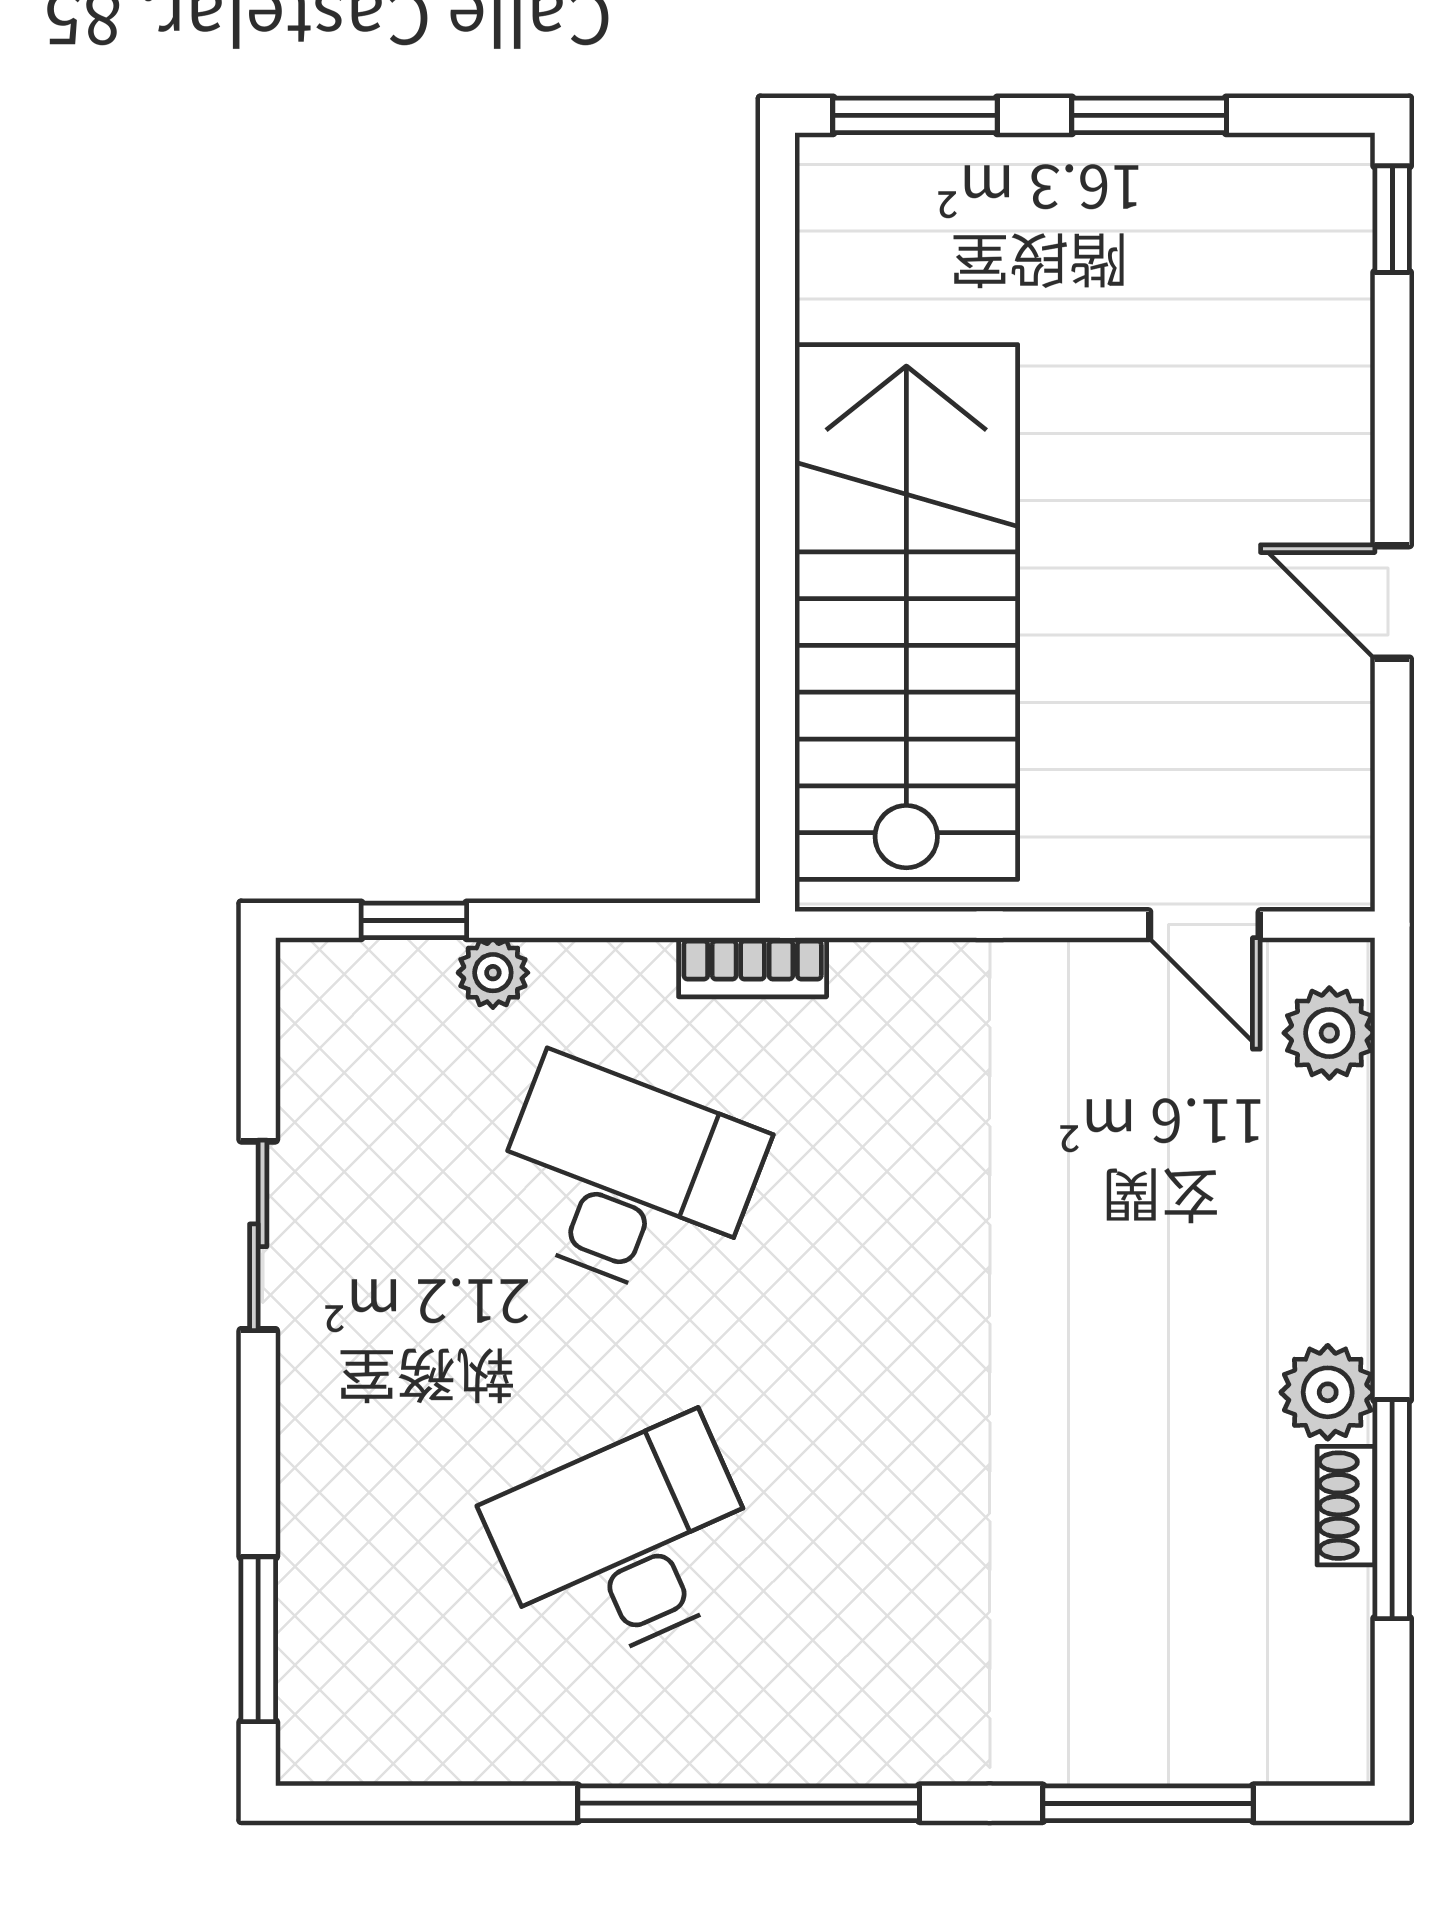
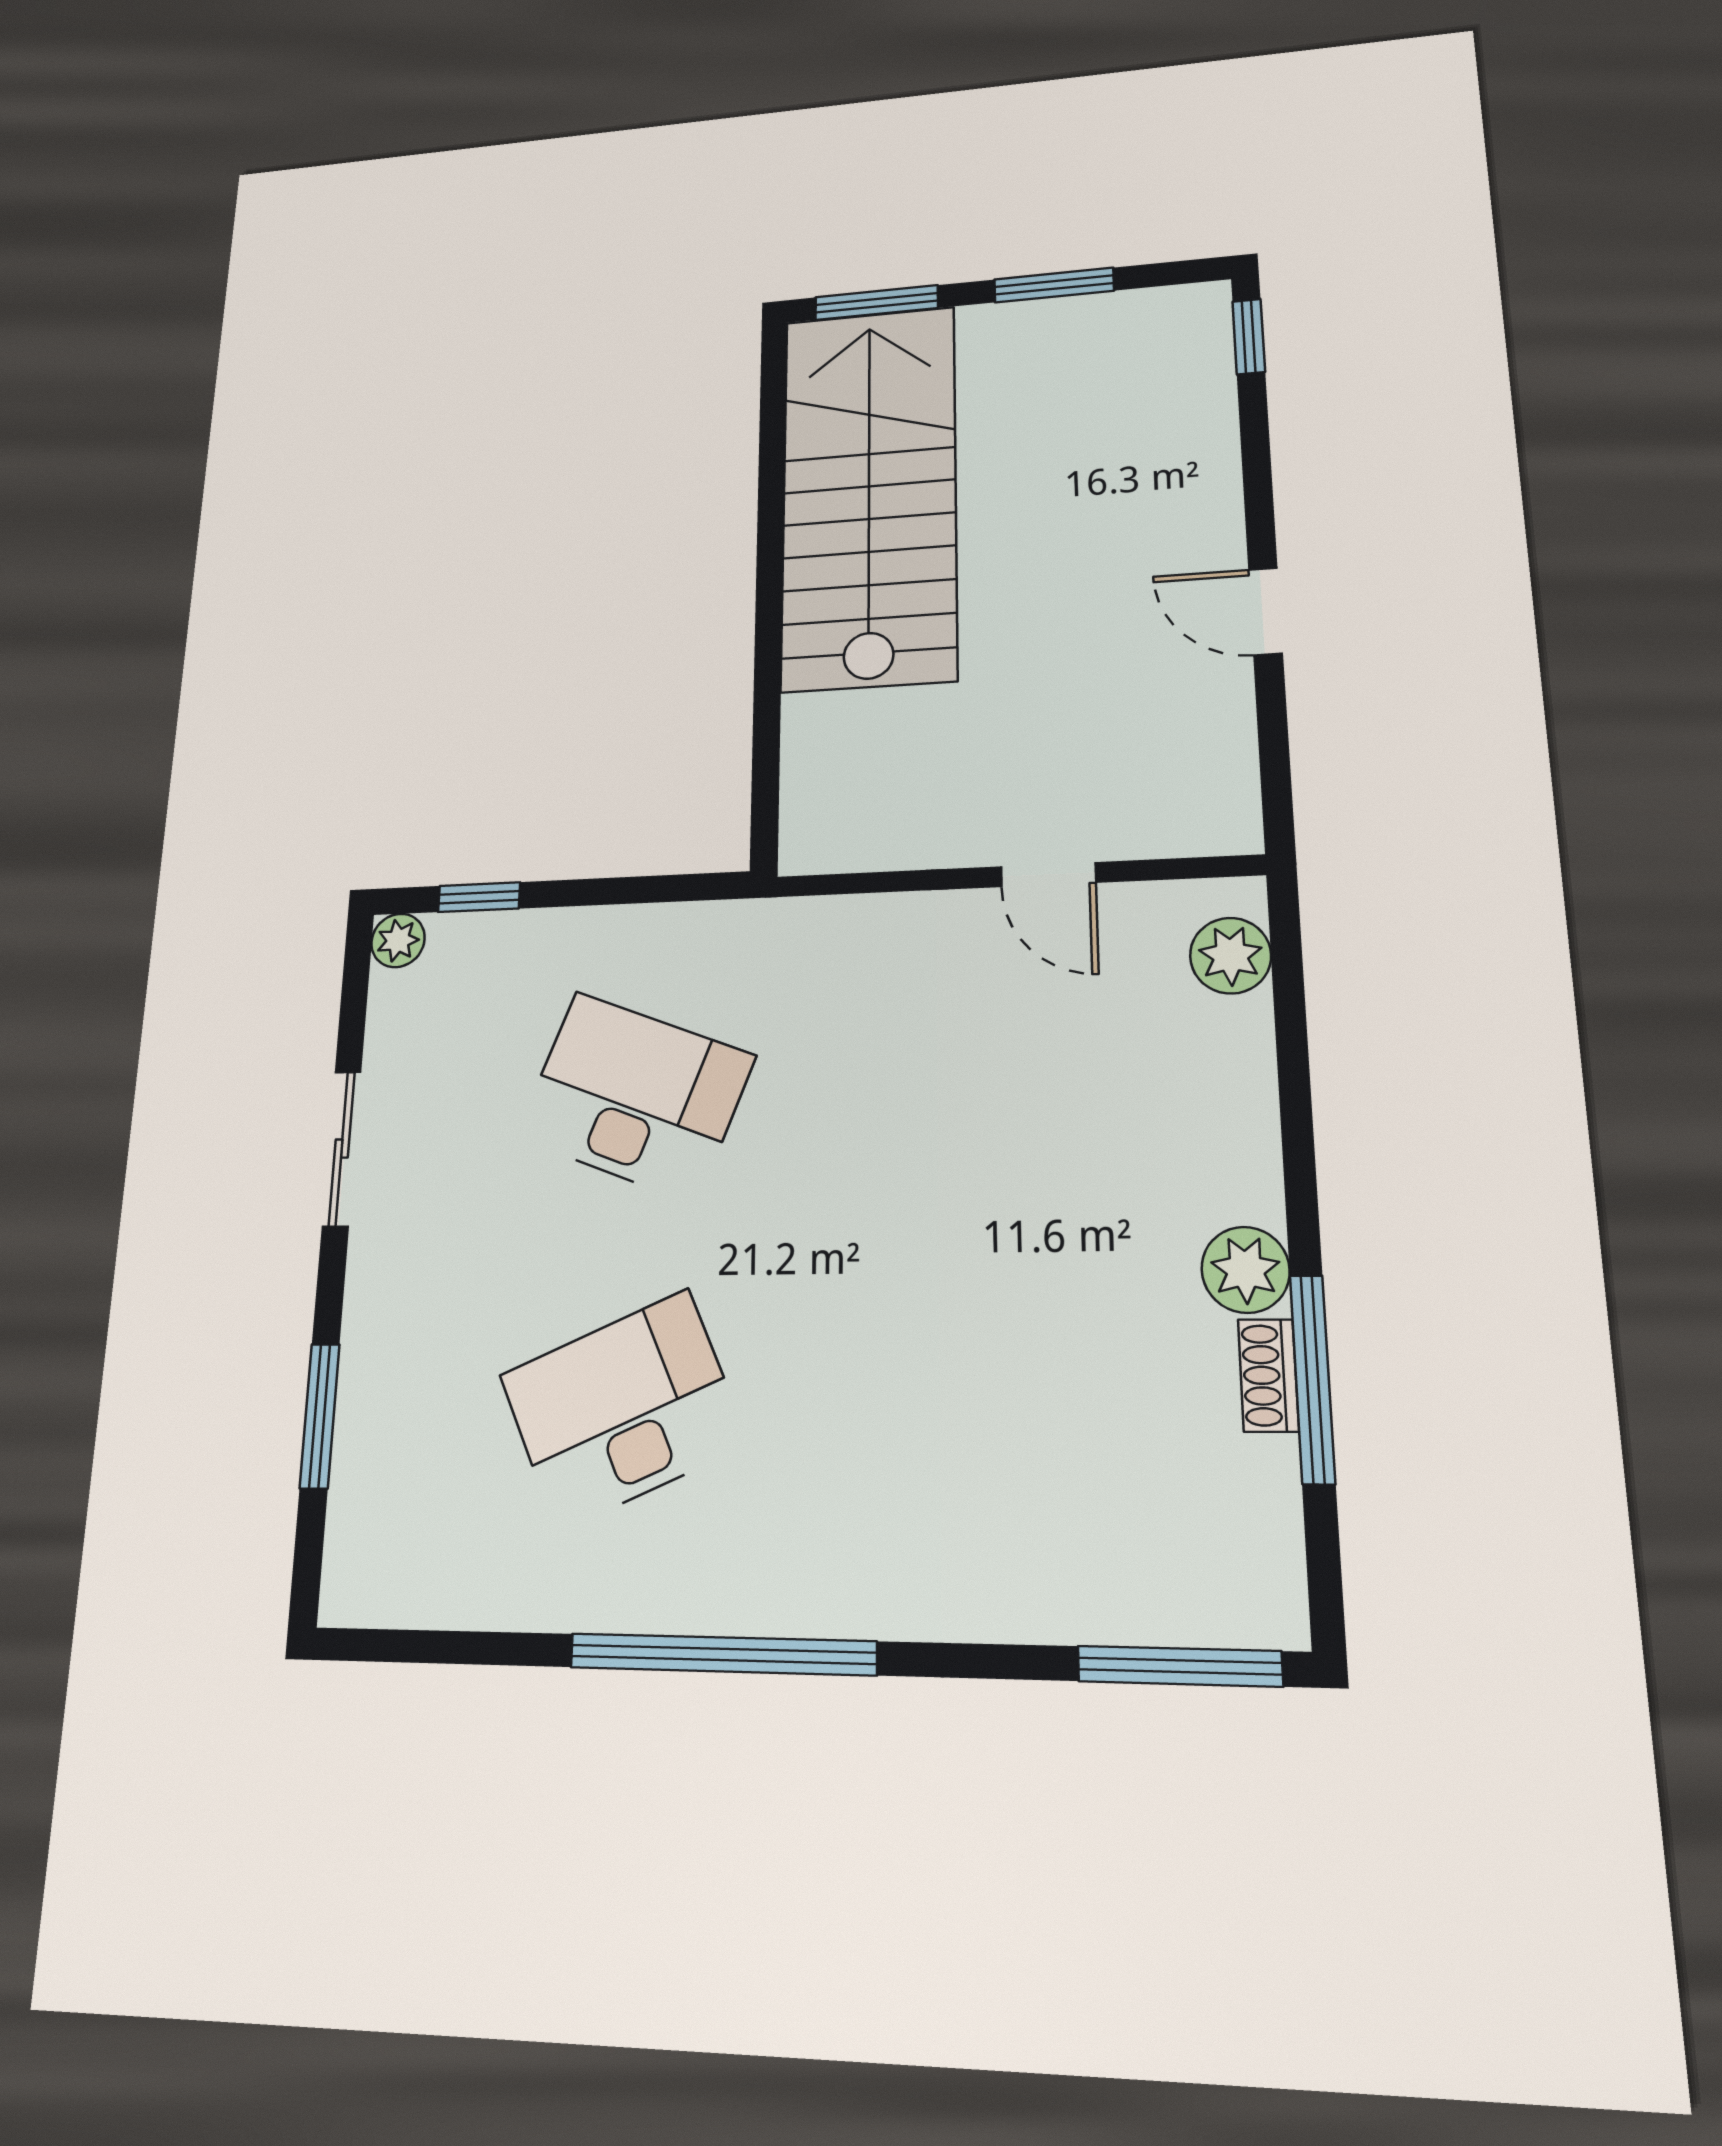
stairs: (906, 612) -> (869, 496), moved
door: (1204, 925) -> (1048, 875), moved
bookcase: (753, 967) -> (743, 922), removed
plant: (493, 973) -> (398, 940), moved
window: (258, 1639) -> (320, 1416), moved
window: (1148, 1803) -> (1180, 1666), moved

